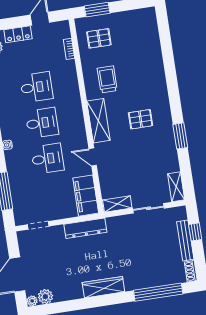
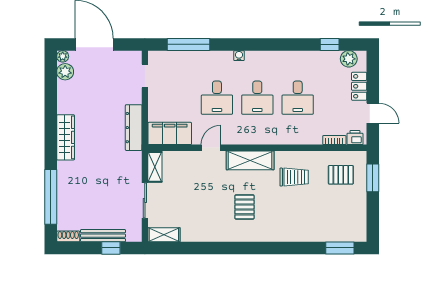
printer: (64, 31) -> (355, 137), added
pallet: (99, 38) -> (341, 175), turned 90
window: (180, 136) -> (340, 248), moved

